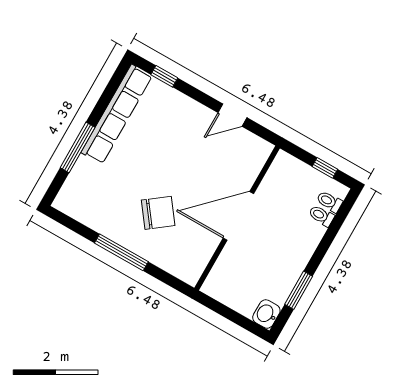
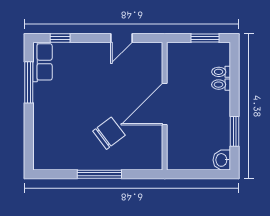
row of seats: (117, 114) -> (42, 62), width x0.50
window: (78, 148) -> (29, 82), moved
window: (325, 168) -> (205, 38), width x1.50
toilet: (329, 202) -> (221, 85), moved

